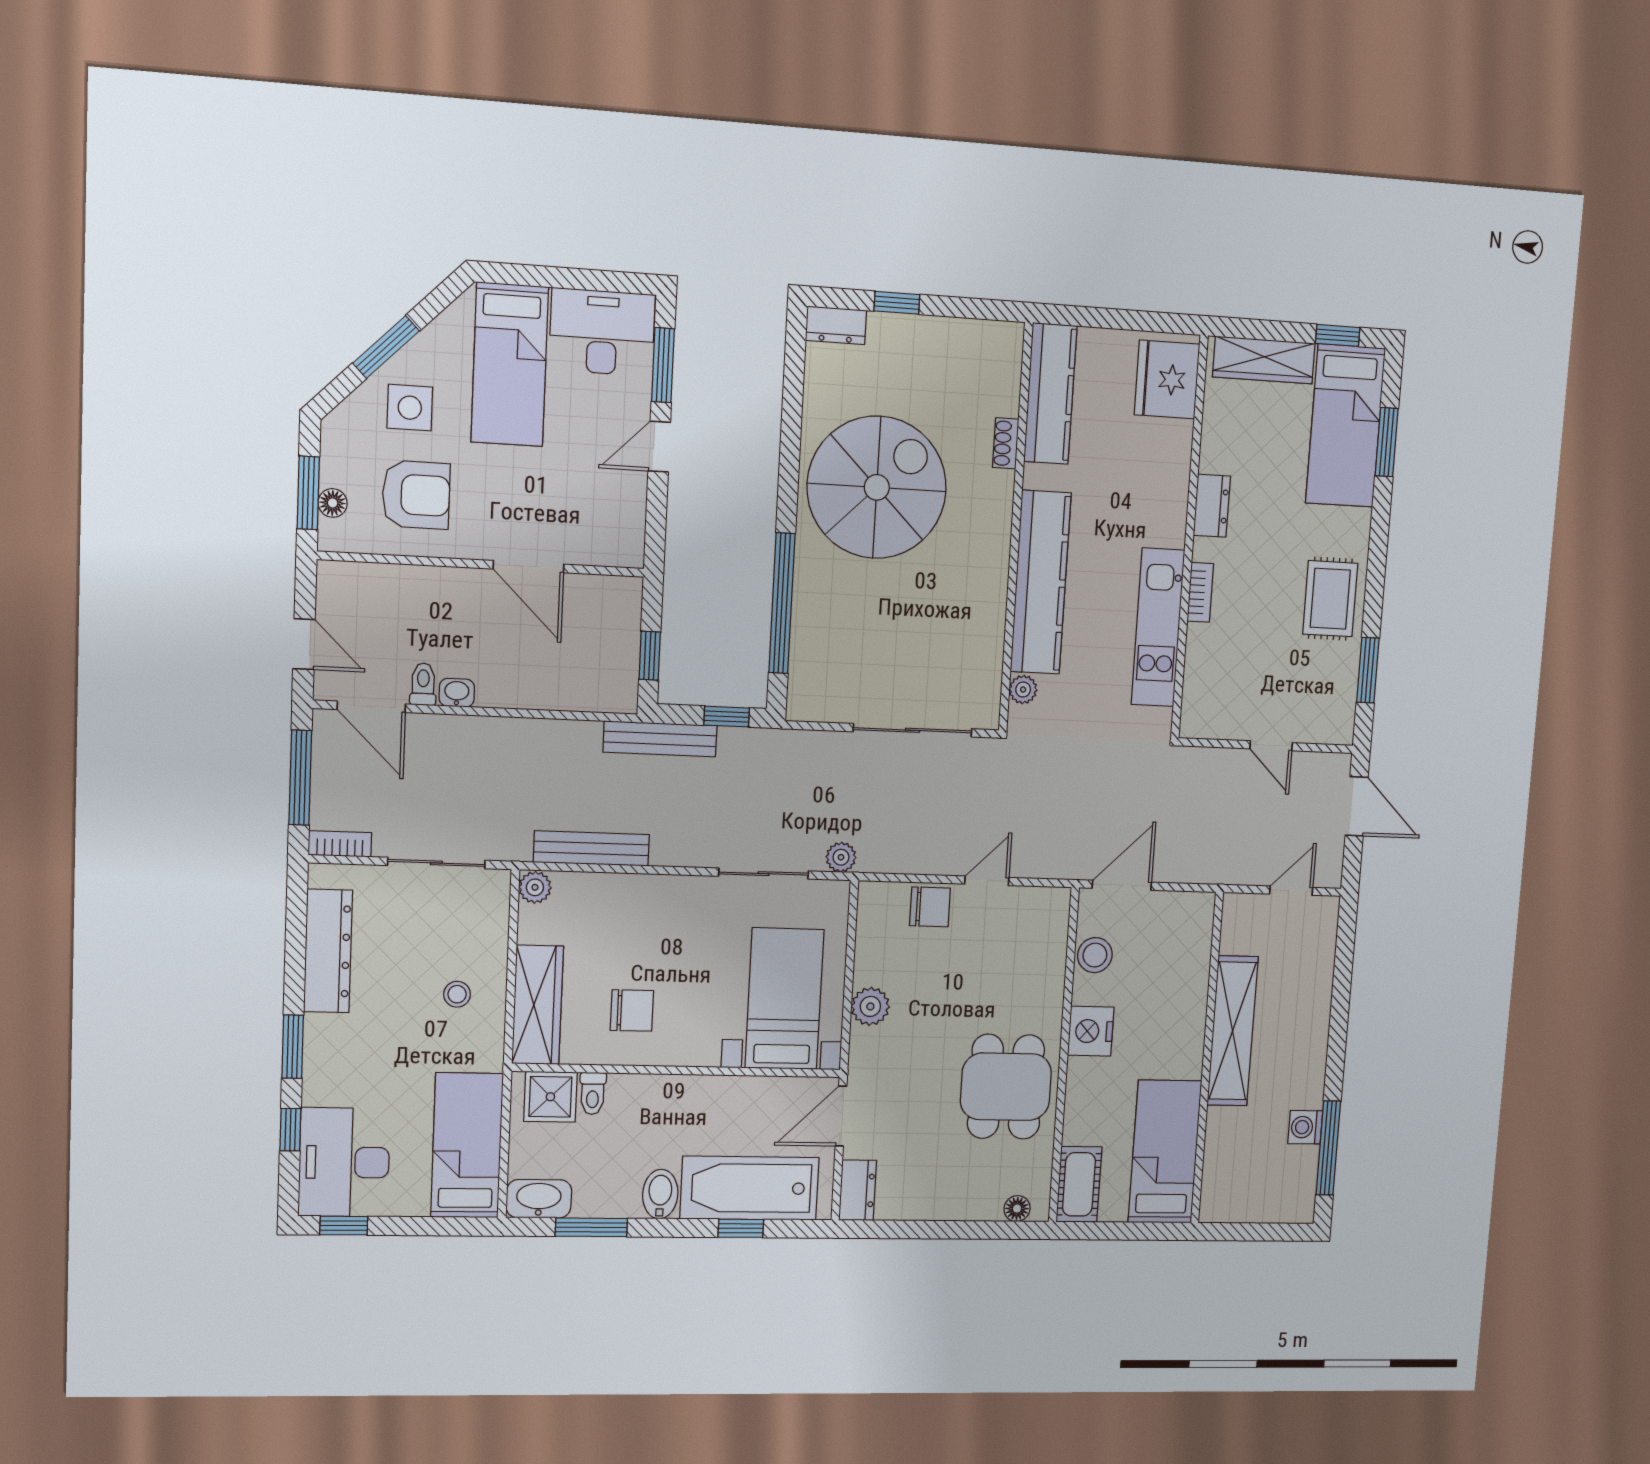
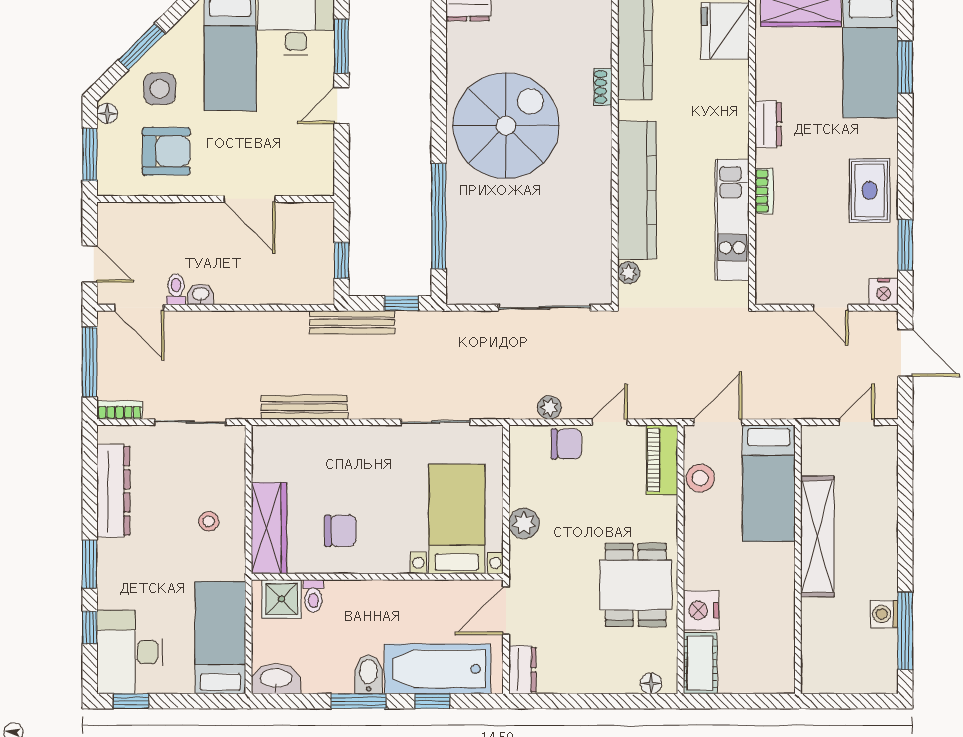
floor lamp: (333, 503) -> (107, 113), moved
nightstand: (1337, 728) -> (884, 292), added
plant: (841, 857) -> (549, 408), moved
plant: (535, 887) -> (264, 438), removed
piano: (1049, 931) -> (662, 460), added
nightstand: (1091, 1031) -> (701, 610), moved
bed: (1165, 1152) -> (769, 483), moved, turned 180
window: (591, 1227) -> (358, 701), moved

